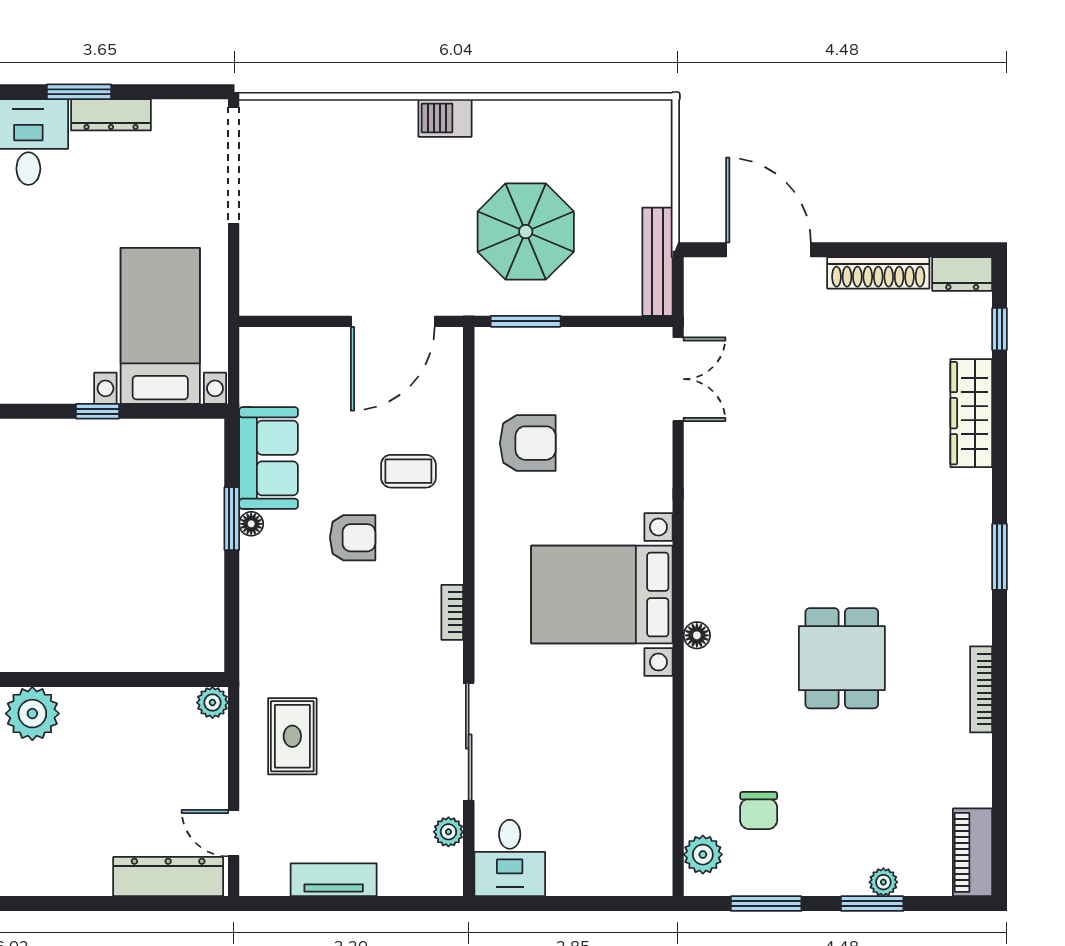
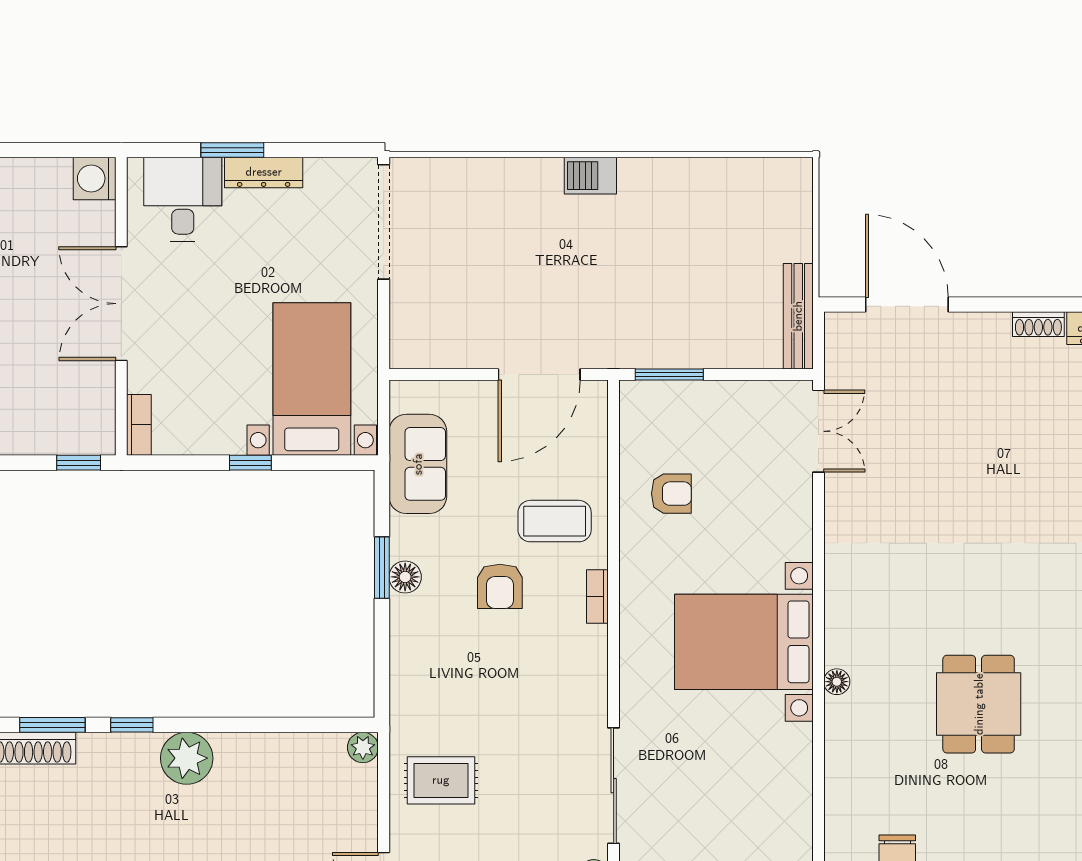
parasol: (526, 232) -> (669, 287), removed
shoe rack: (878, 273) -> (1038, 324), width x0.51, depth x0.81
armchair: (528, 443) -> (671, 494), width x0.72, depth x0.72
sofa: (269, 458) -> (418, 464), moved
coffee table: (408, 471) -> (555, 521), width x1.36, depth x1.30
floor lamp: (251, 524) -> (405, 577), width x1.37, depth x1.37
armchair: (353, 538) -> (500, 586), turned 90
bookcase: (452, 612) -> (597, 597), moved
rug: (292, 736) -> (441, 780), turned 90

